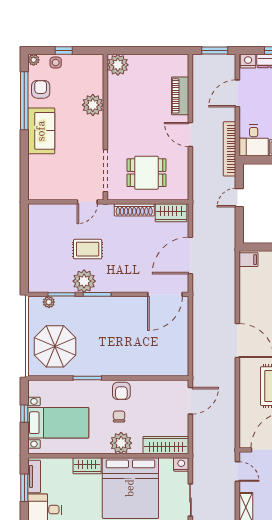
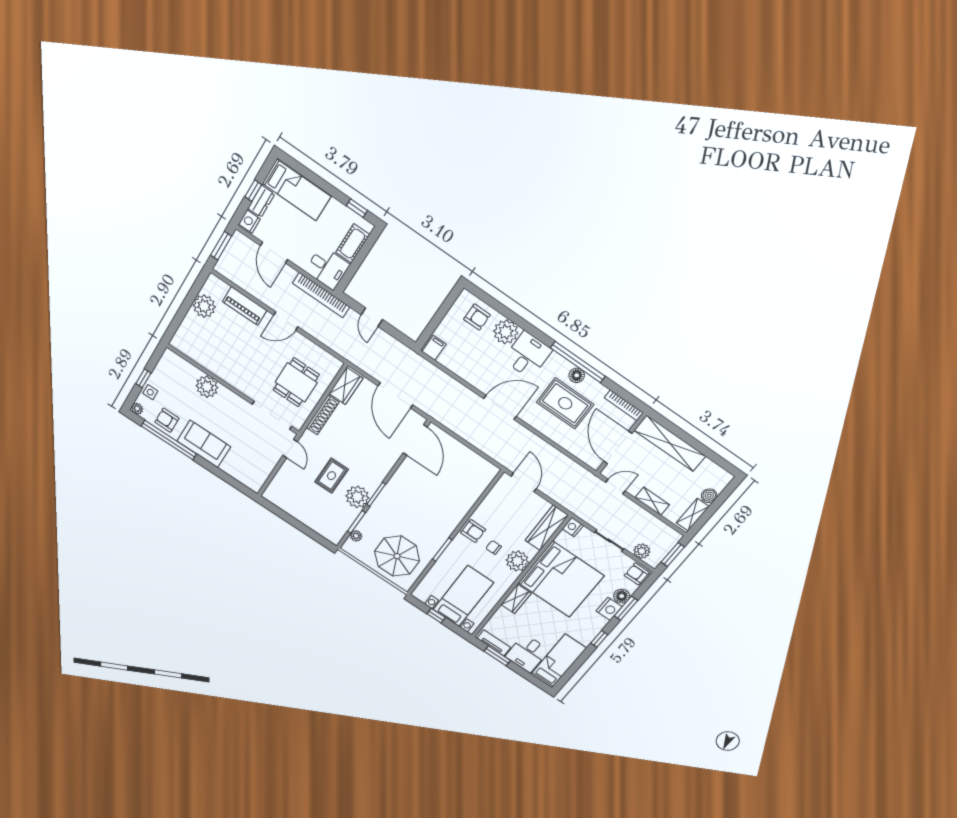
plant: (118, 65) -> (204, 306), moved

